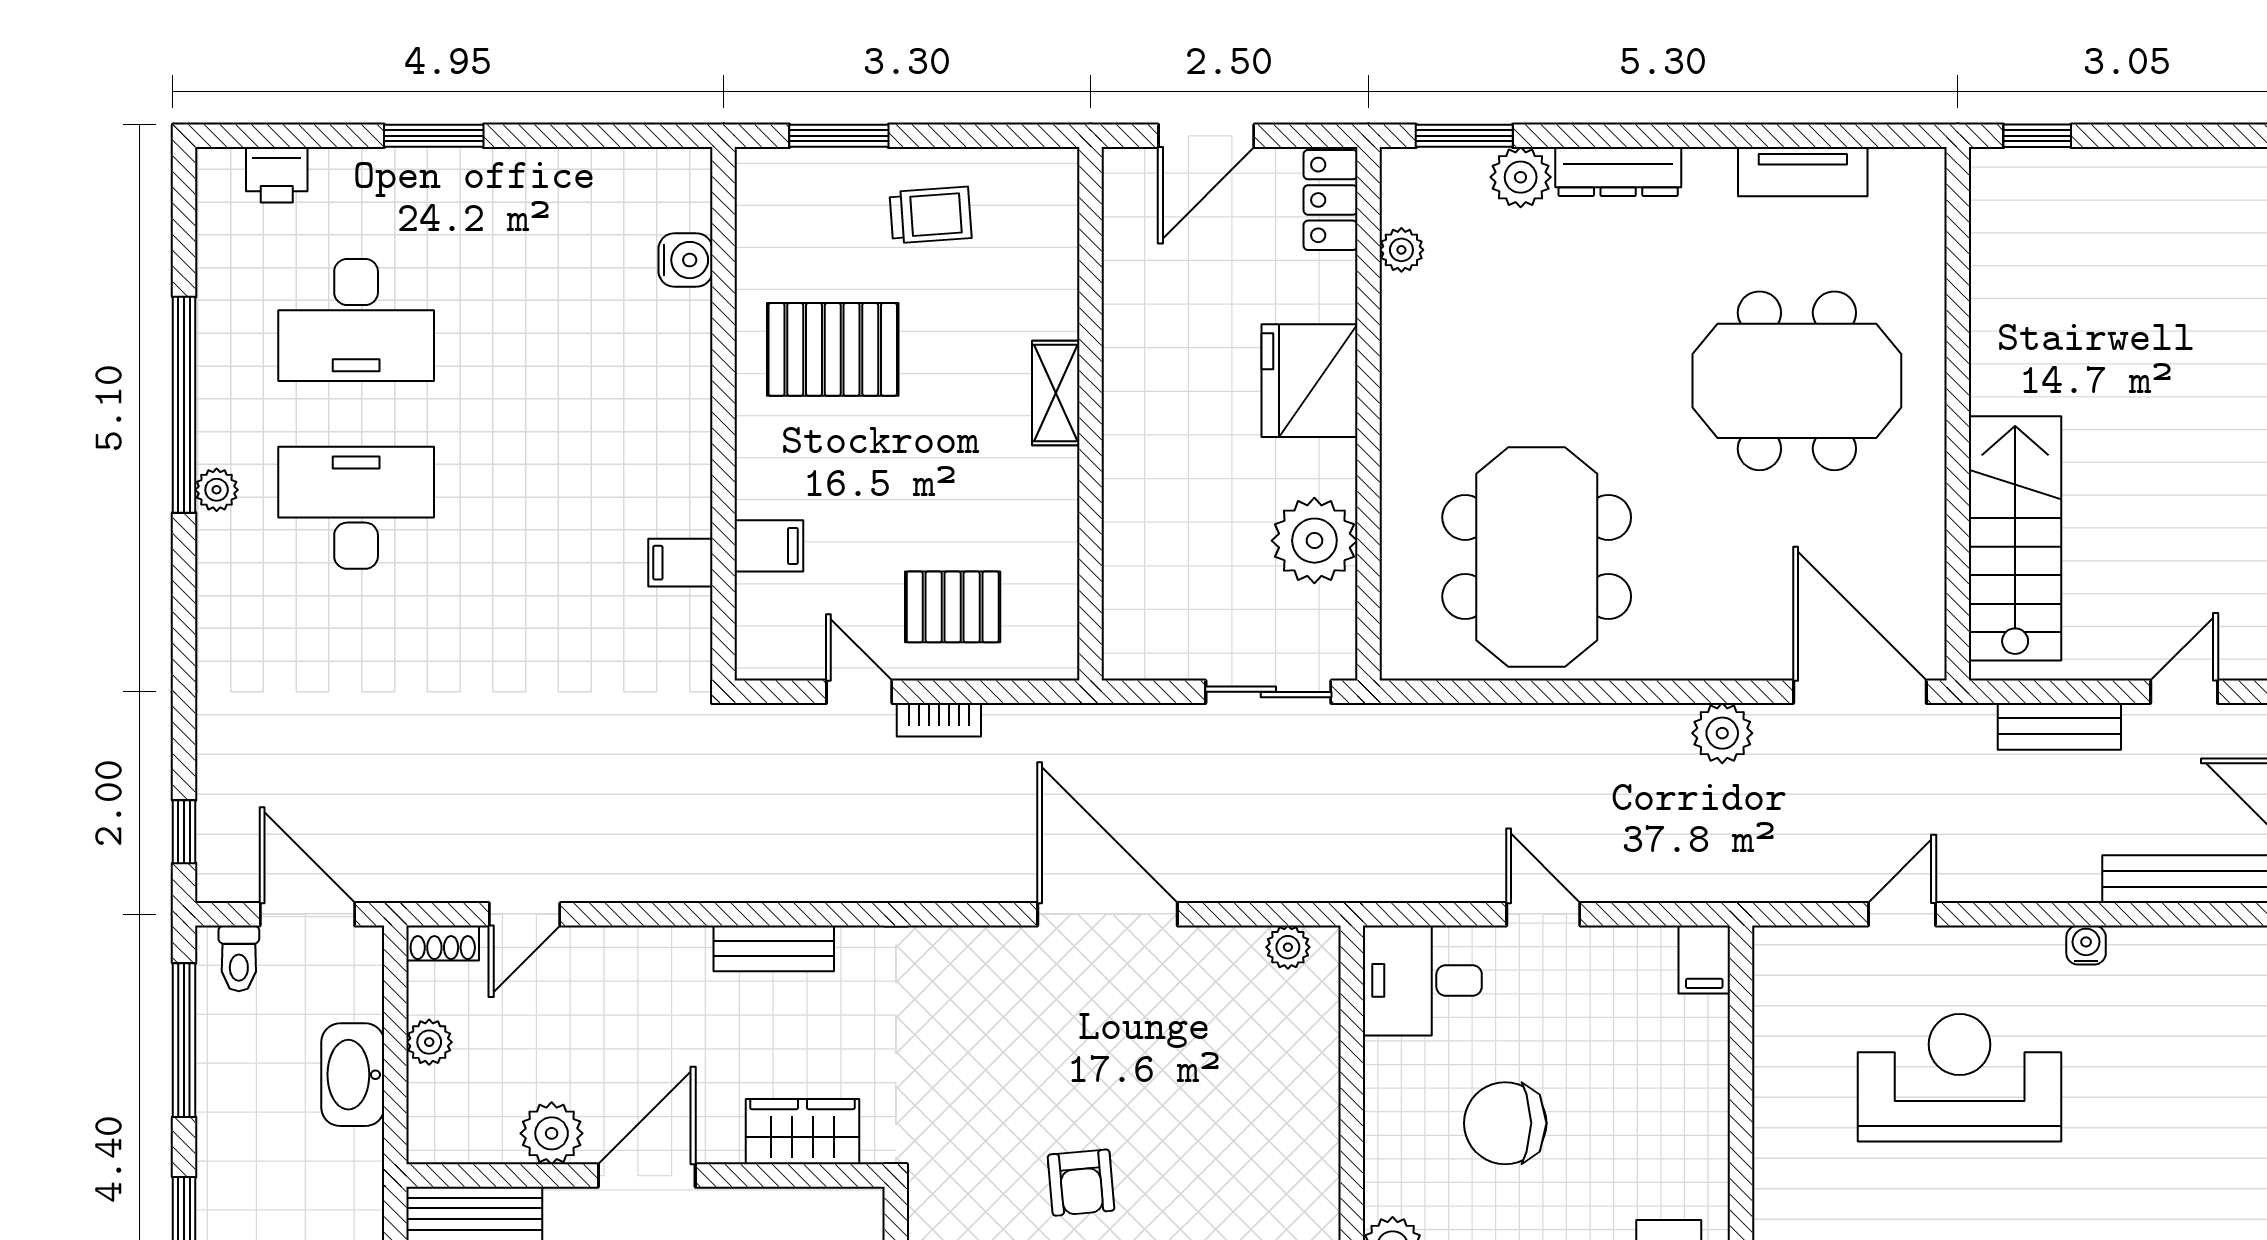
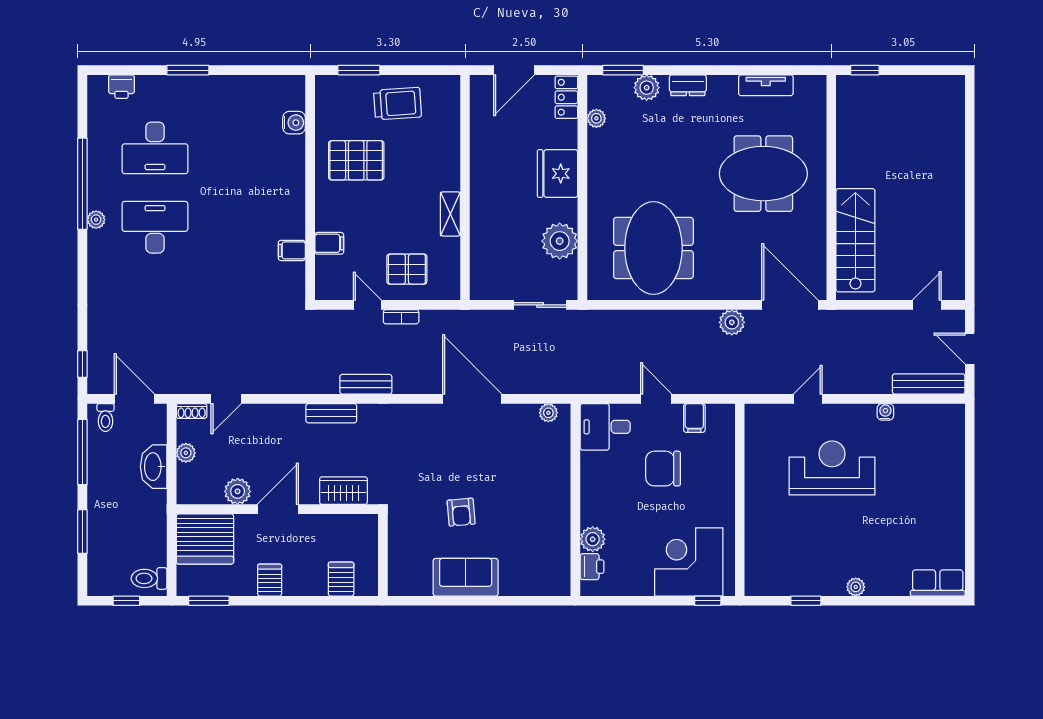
dresser: (1618, 172) -> (688, 85), width x0.70
trolley: (931, 215) -> (398, 104), width x1.36, depth x1.39
shelving: (1056, 393) -> (450, 214), moved
bench: (2059, 726) -> (366, 384), moved
filing cabinet: (1704, 960) -> (694, 418), moved
chair: (1505, 1123) -> (663, 469), moved

